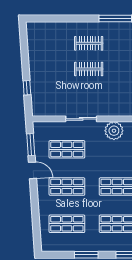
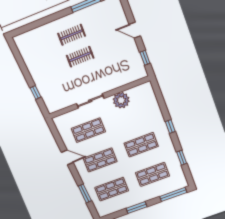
window: (31, 145) -> (85, 193), moved

